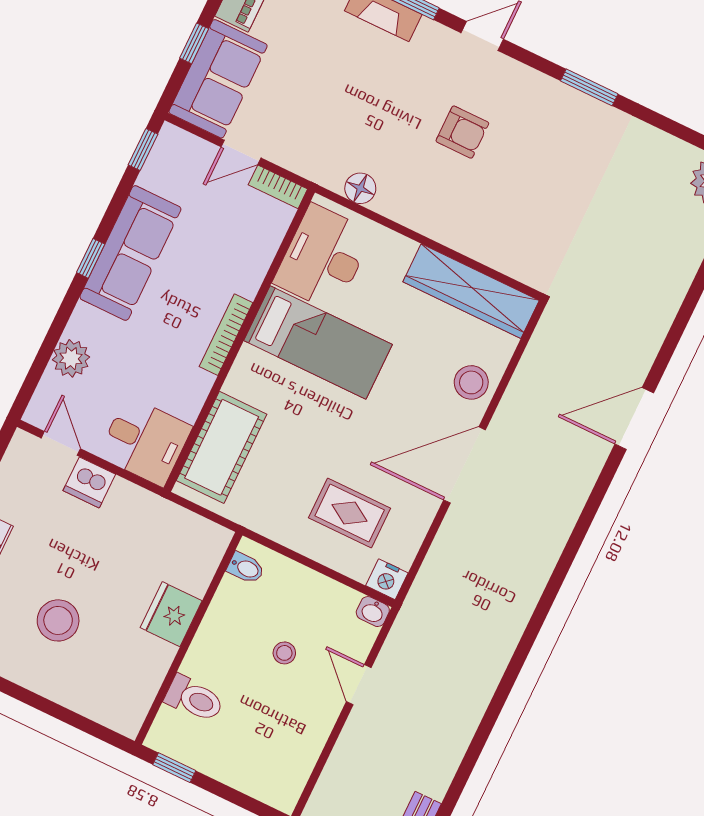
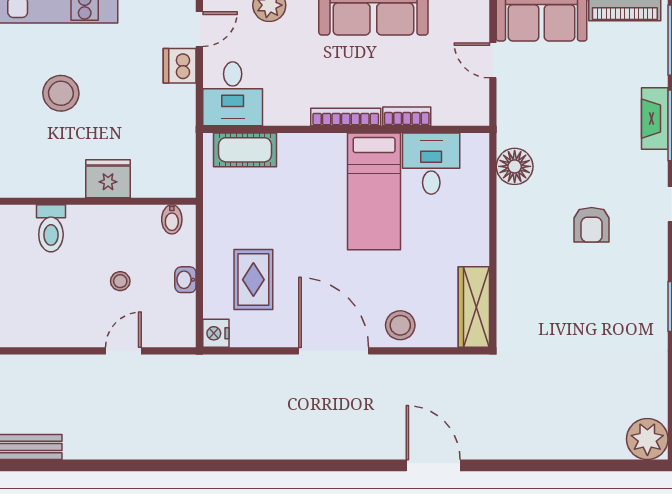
bookcase: (278, 187) -> (407, 116), moved, turned 90
floor lamp: (360, 188) -> (515, 166), width x1.38, depth x1.38
desk: (323, 258) -> (431, 164), width x0.73
wardrobe: (471, 291) -> (474, 307), width x0.71, depth x0.85
cot: (222, 447) -> (245, 150), width x0.73, depth x0.75
washbasin: (373, 612) -> (185, 280), moved

